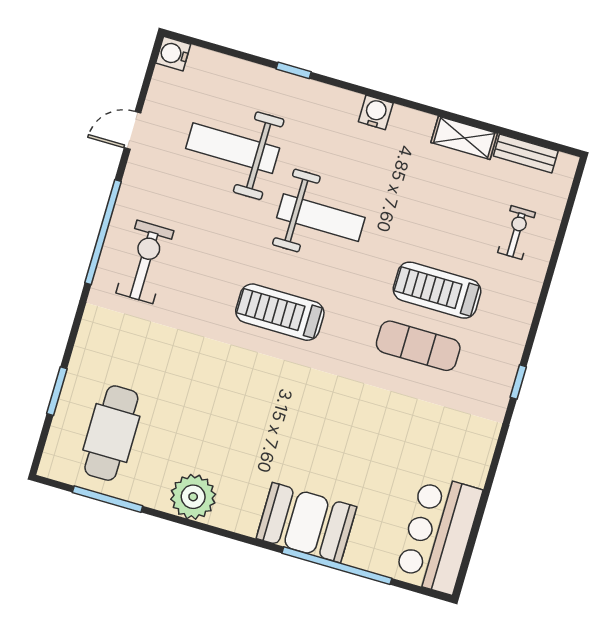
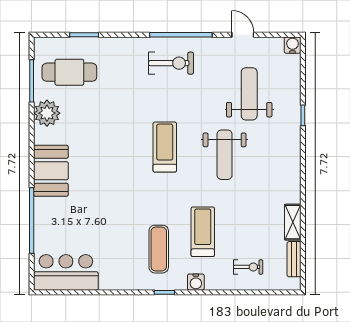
water cooler: (376, 112) -> (196, 282), moved, turned 90
exercise mat: (418, 346) -> (159, 249), moved
plant: (193, 497) -> (47, 113), moved
booth: (306, 523) -> (51, 171), moved

